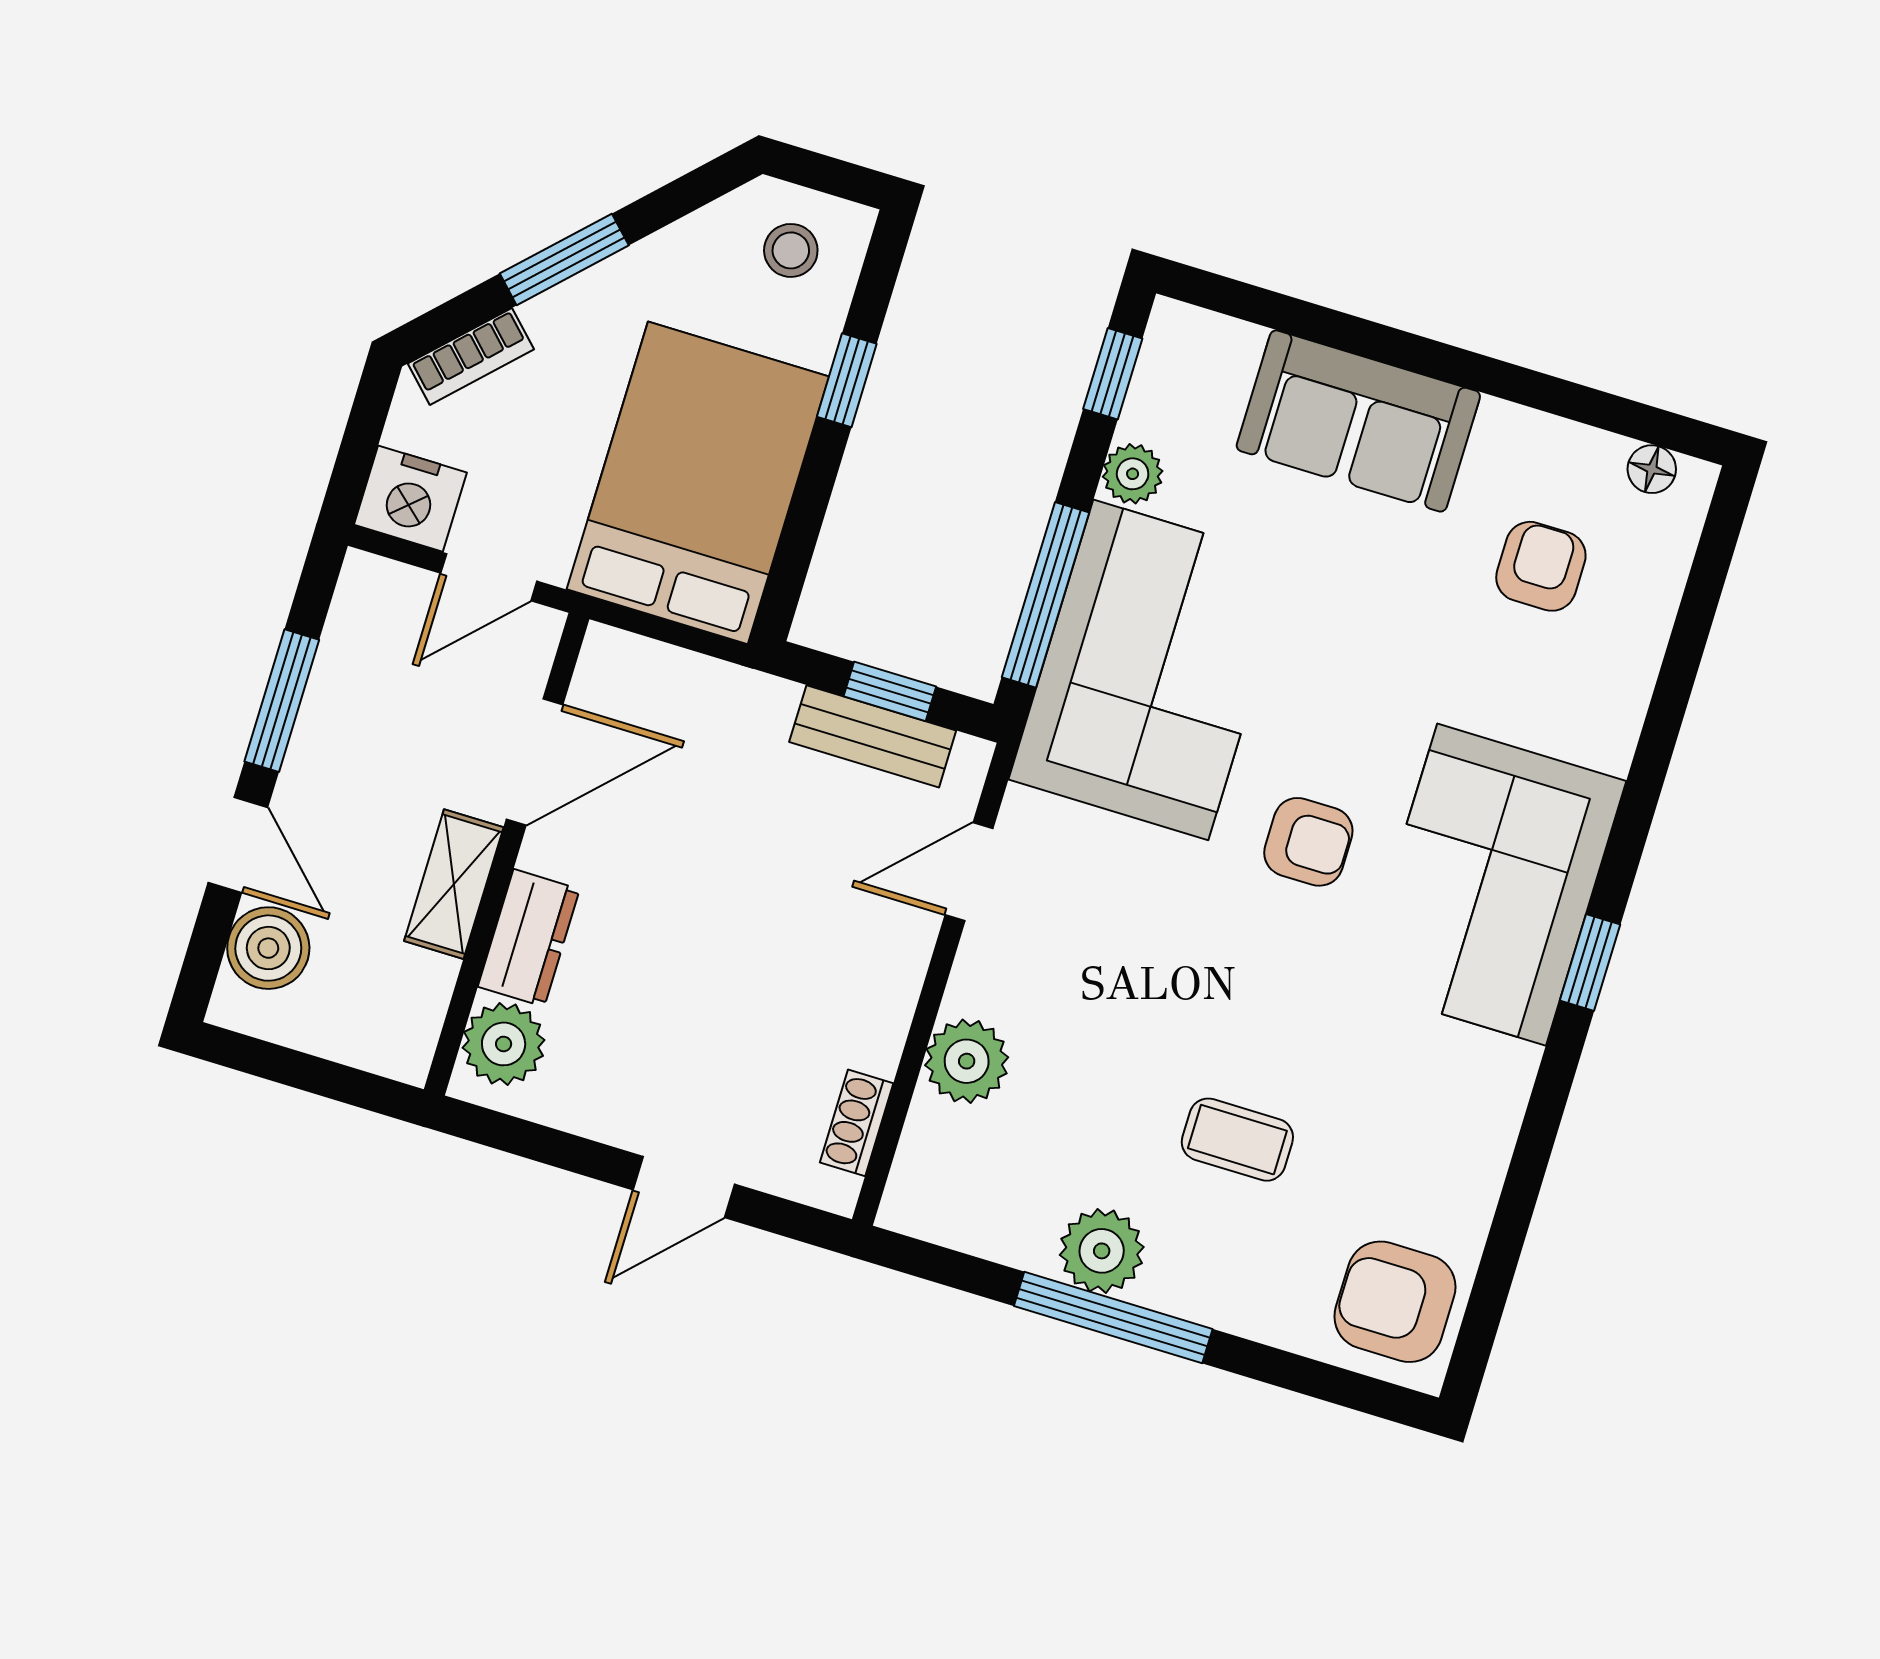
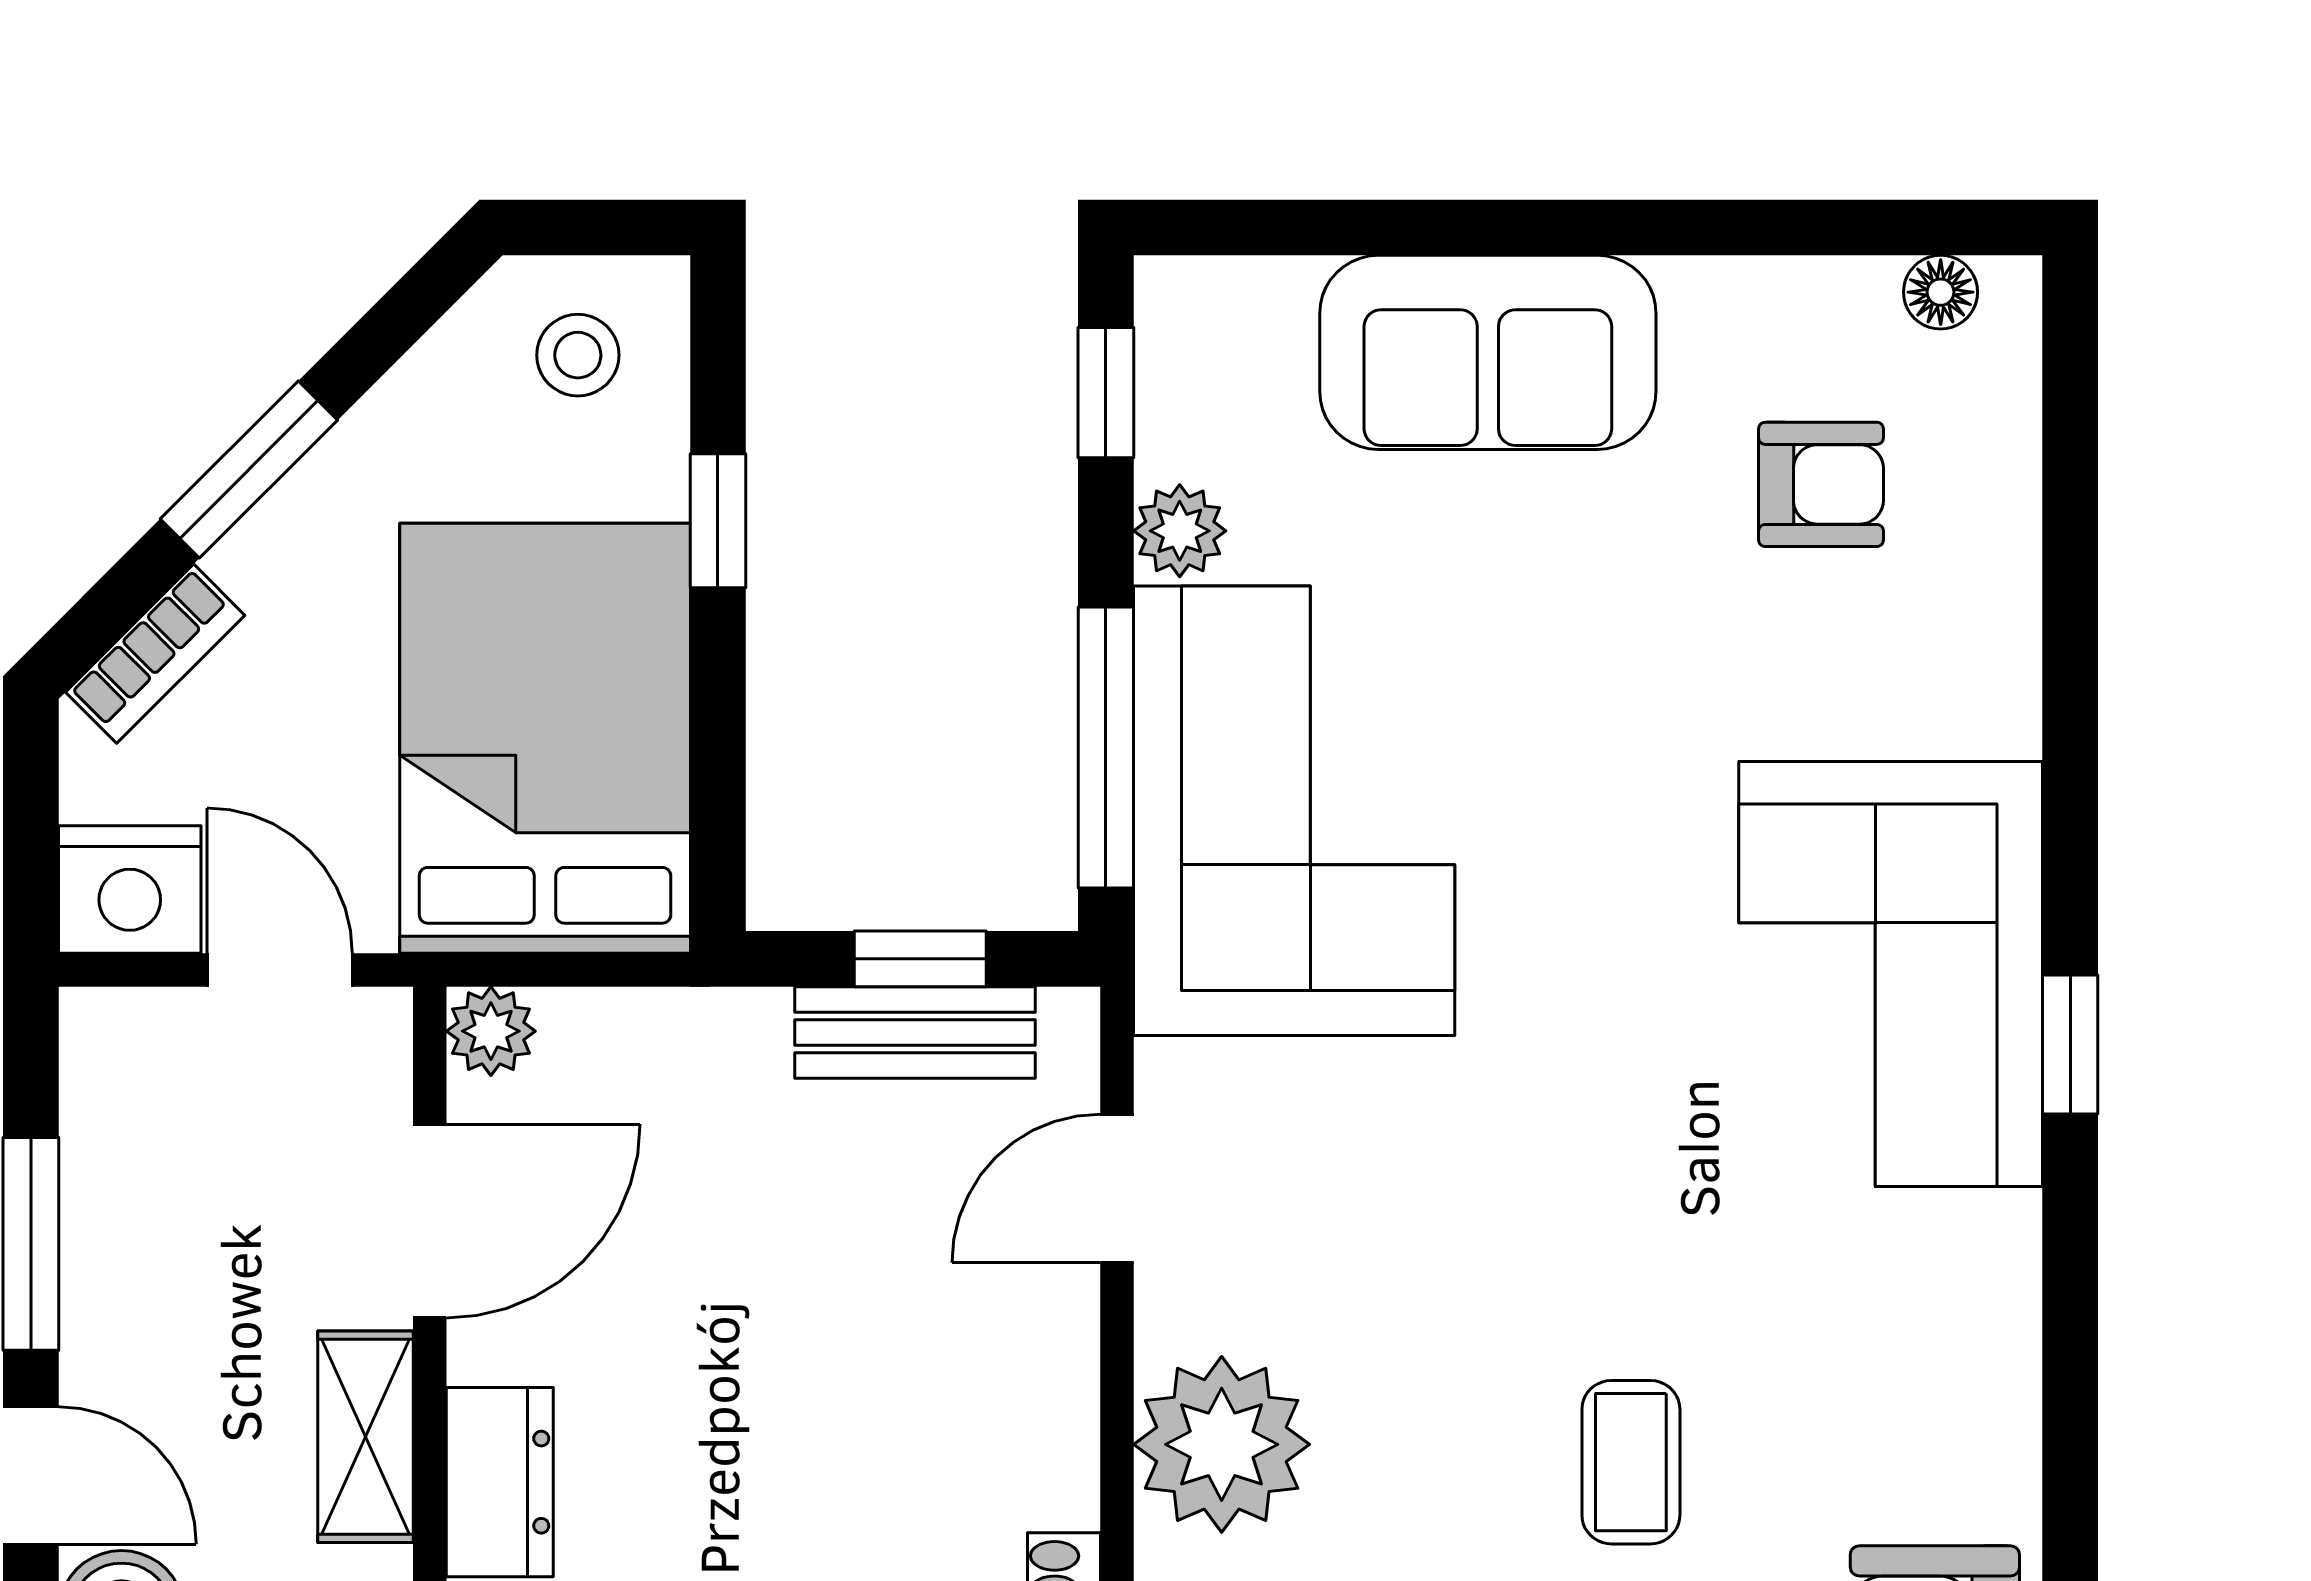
armchair: (1541, 566) -> (1821, 484), turned 90
door: (489, 577) -> (280, 970), swing flipped
plant: (609, 655) -> (491, 1031), added
armchair: (1308, 842) -> (1602, 993), removed
plant: (967, 1061) -> (1222, 1444), width x1.36, depth x1.36
coffee table: (1237, 1140) -> (1631, 1462), turned 90

